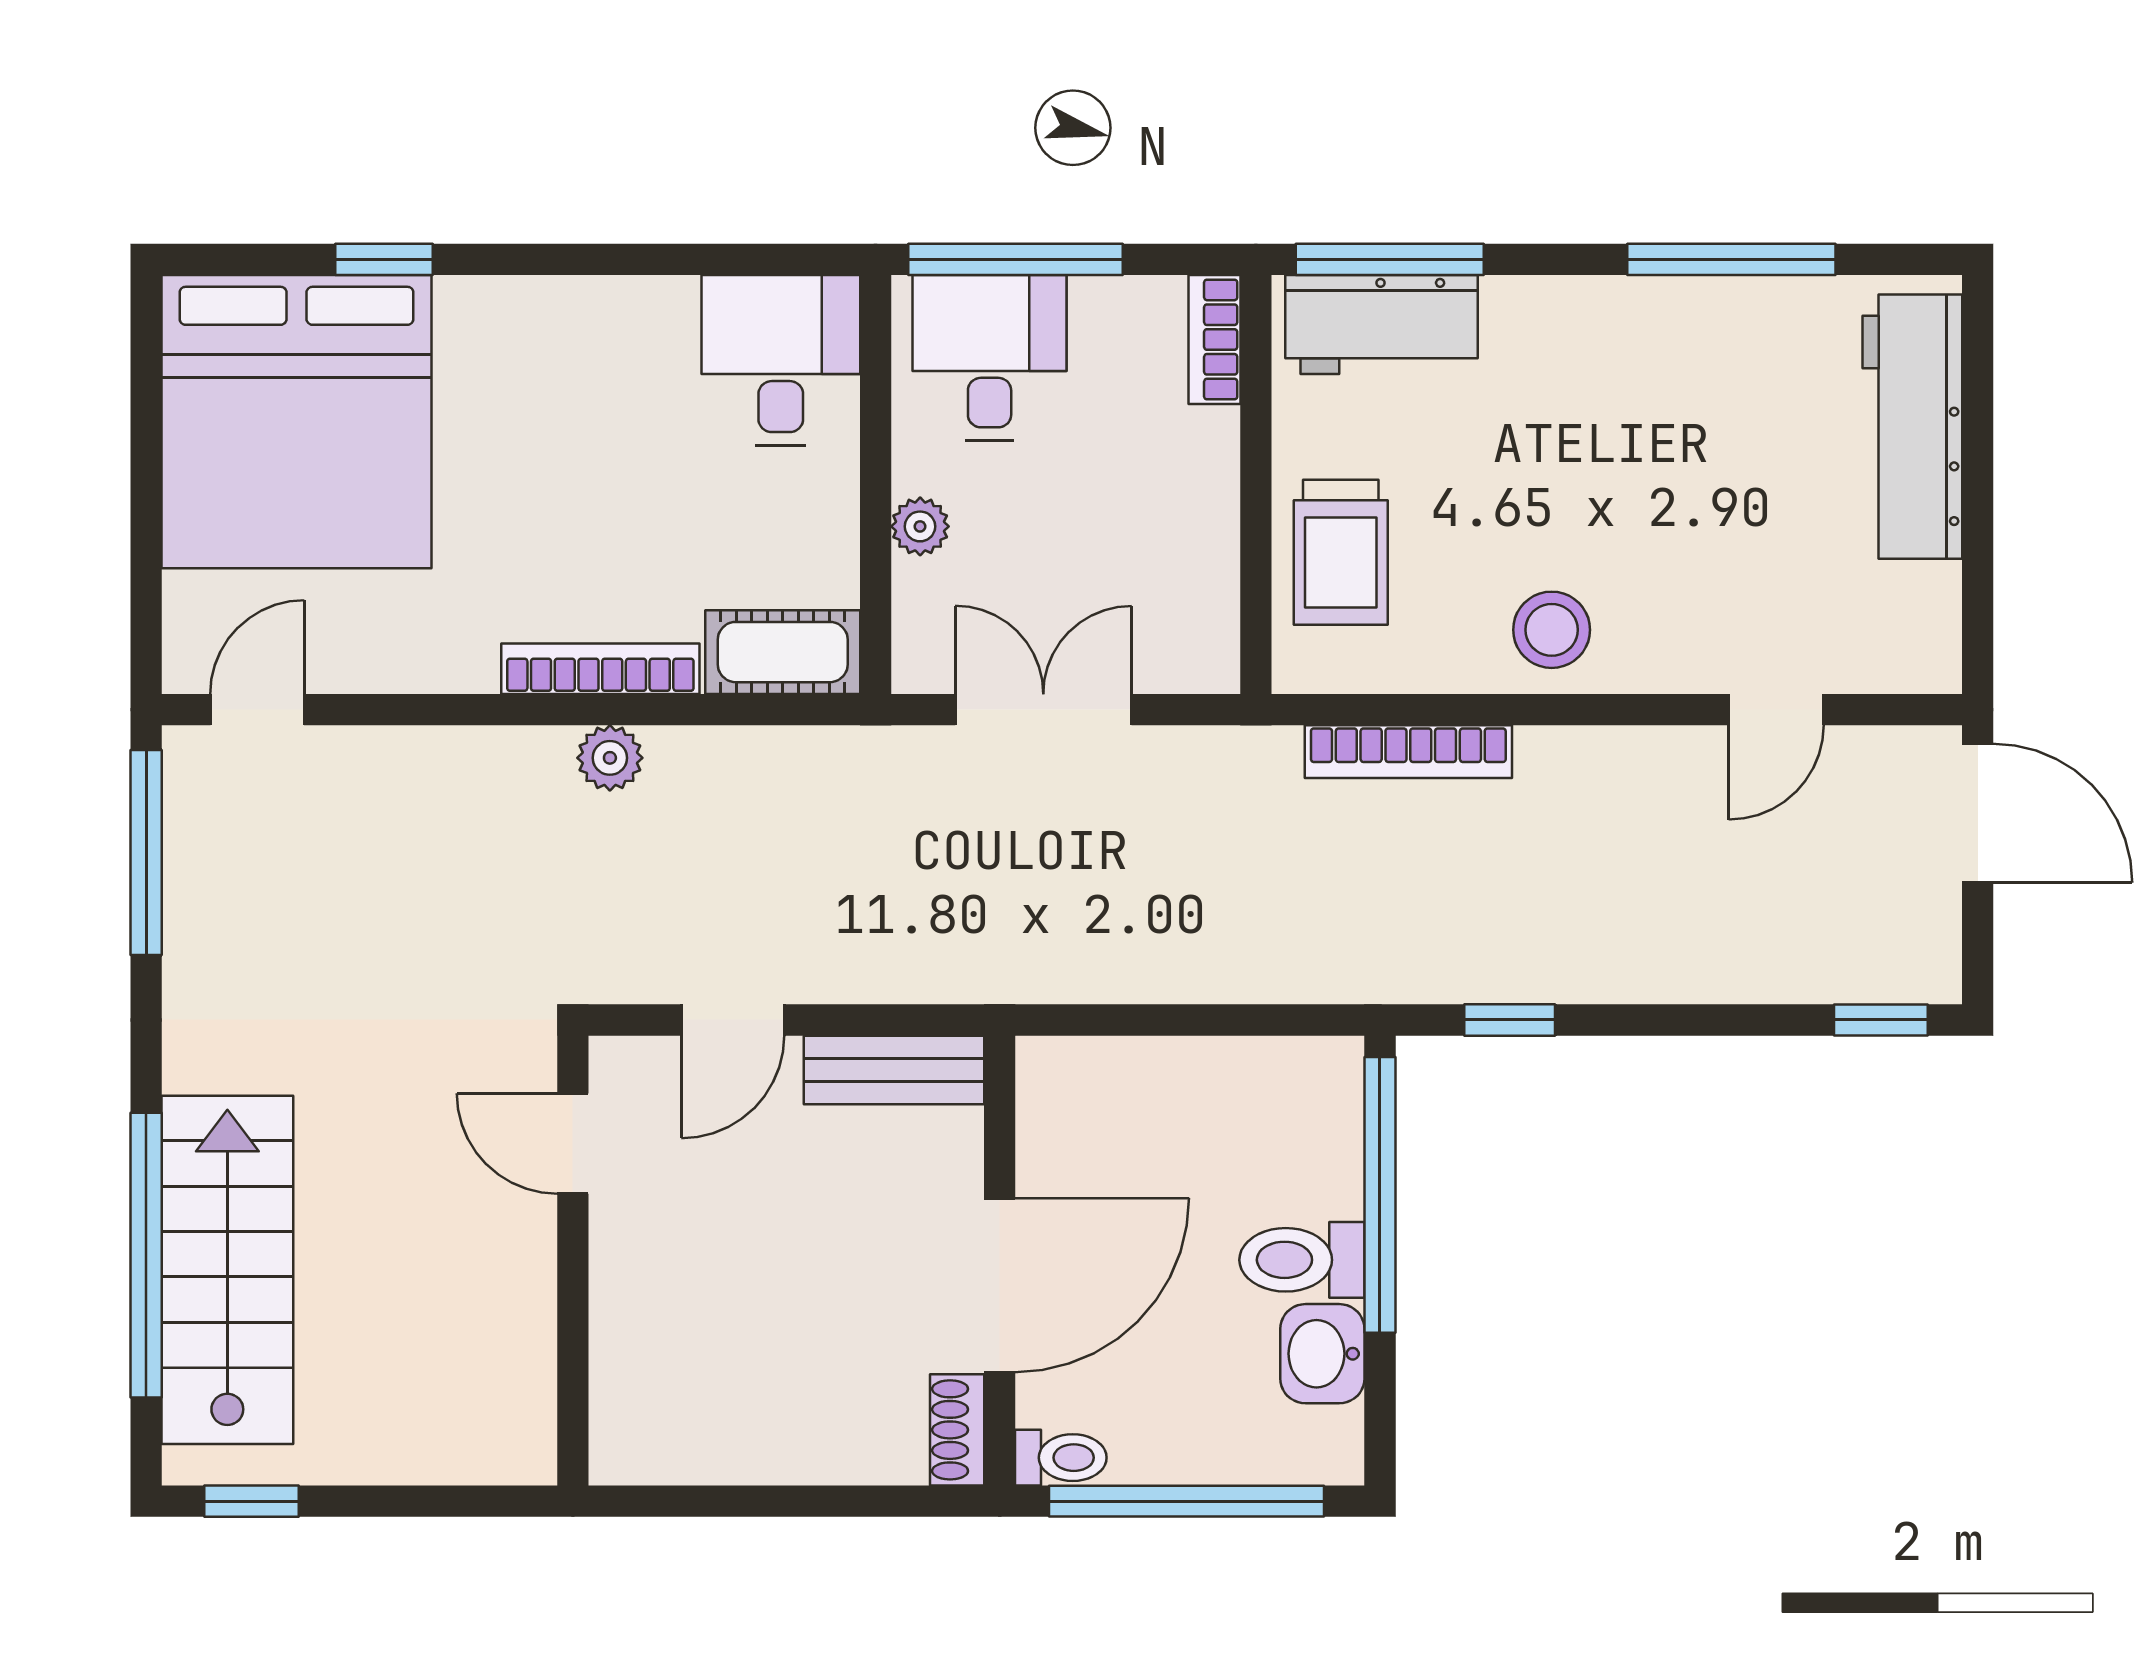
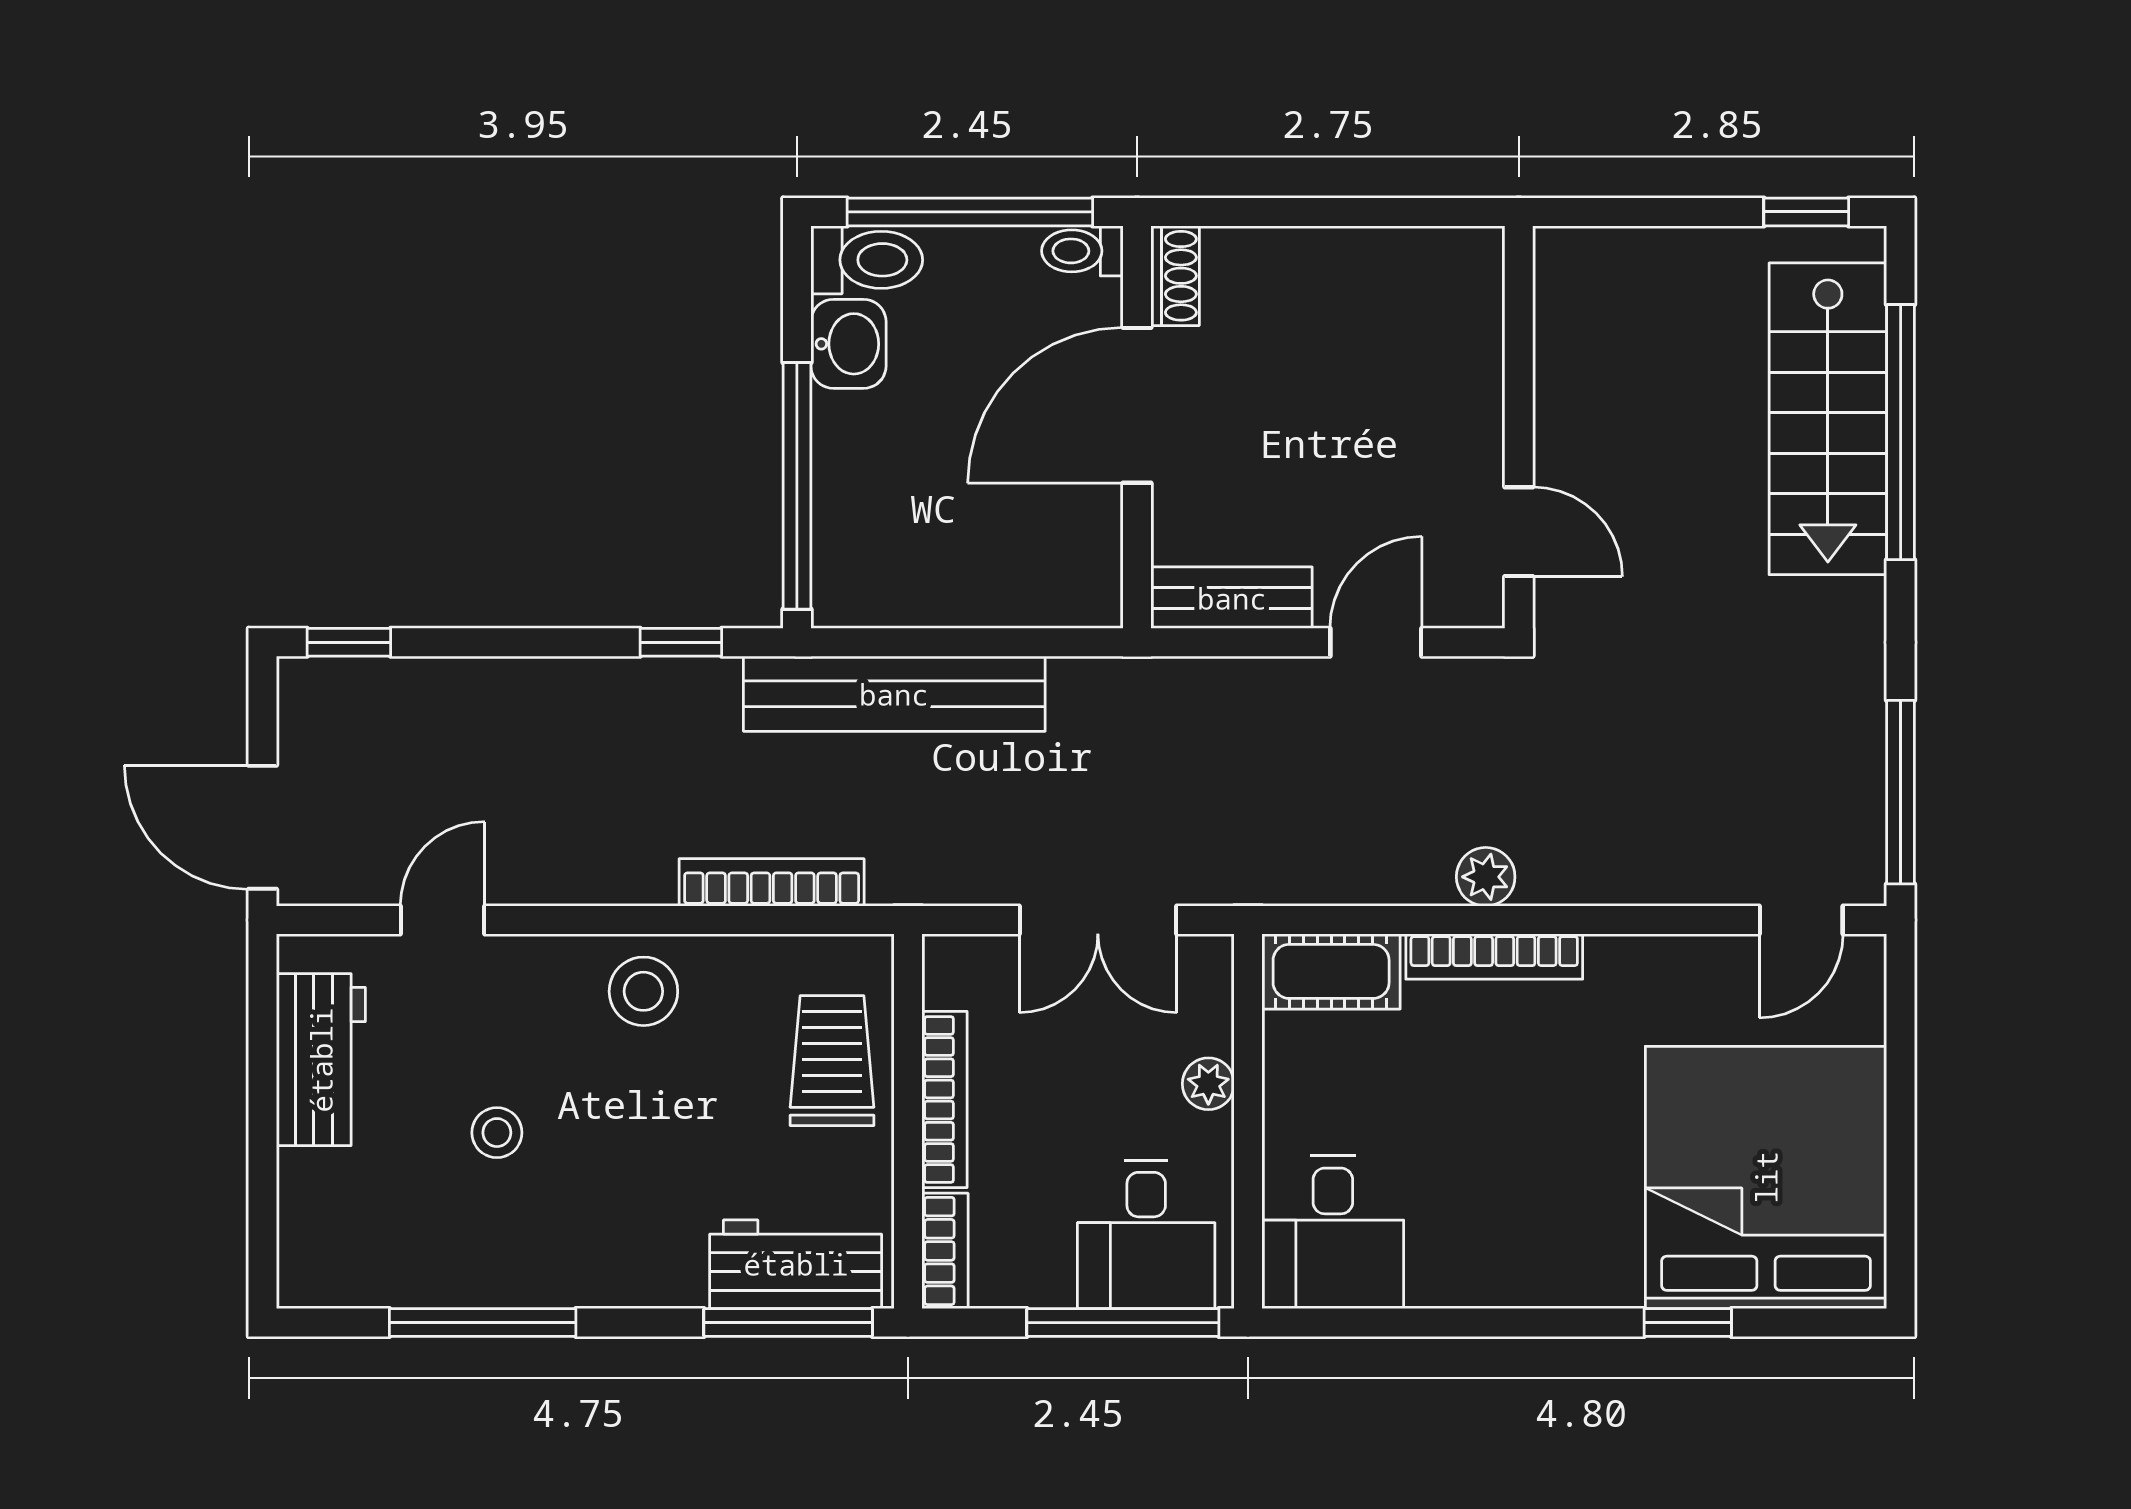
workbench: (1912, 427) -> (321, 1060), moved, width x0.73
stool: (1715, 472) -> (497, 1133), added
bookcase: (1215, 509) -> (944, 1100), added
bench: (1271, 962) -> (894, 694), added
toilet: (1302, 1260) -> (867, 260), moved

